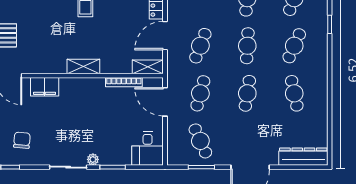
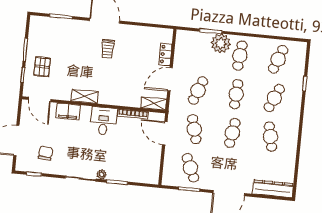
shelving: (83, 66) -> (85, 96), moved
cafe table: (200, 93) -> (194, 129), turned -30
desk: (148, 148) -> (103, 121), moved, turned 180

